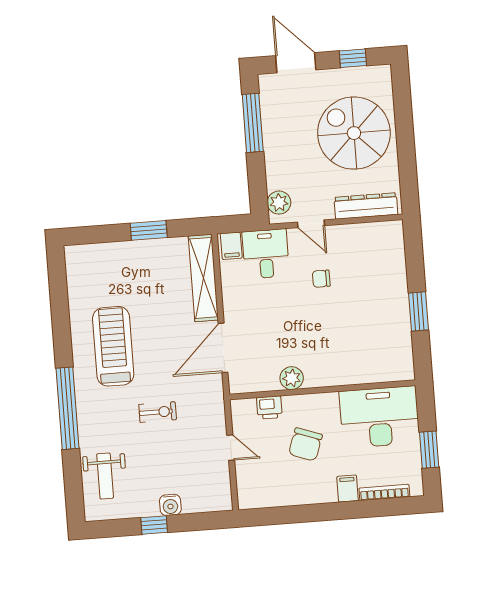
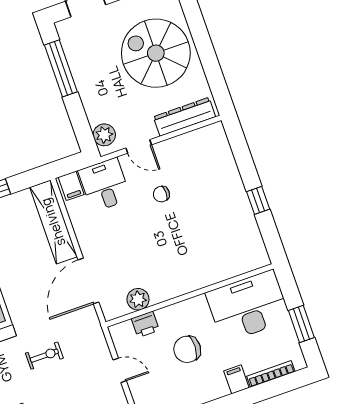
window: (418, 311) -> (258, 200), width x0.67
plant: (292, 378) -> (138, 299), moved
chair: (305, 444) -> (187, 349), turned 72

